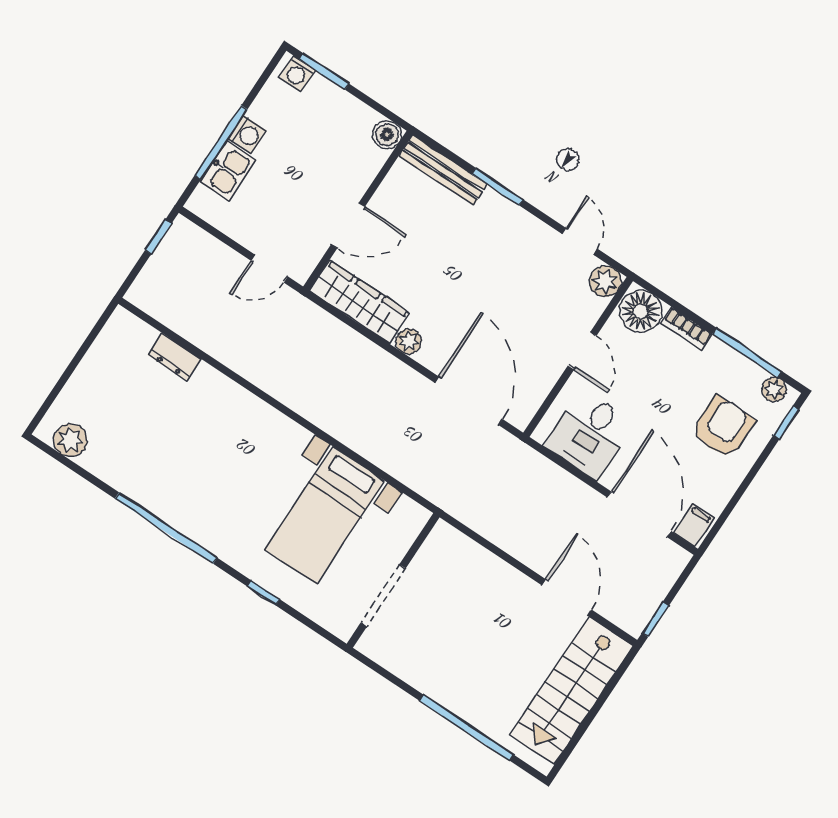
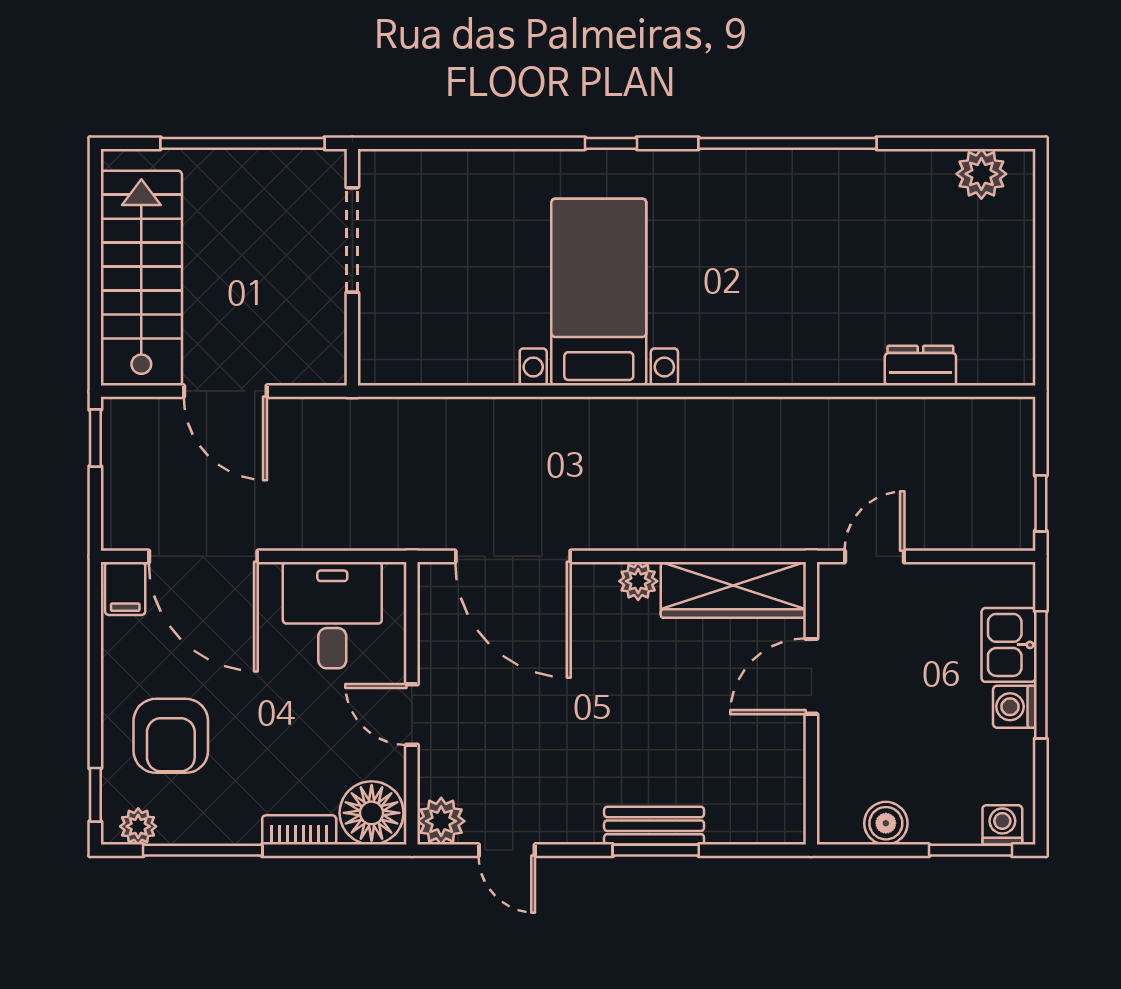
boiler: (387, 135) -> (886, 823), moved
bench: (443, 170) -> (654, 826), moved, width x0.73
wall: (393, 580) -> (352, 267), moved
doorway: (383, 596) -> (352, 240), moved

